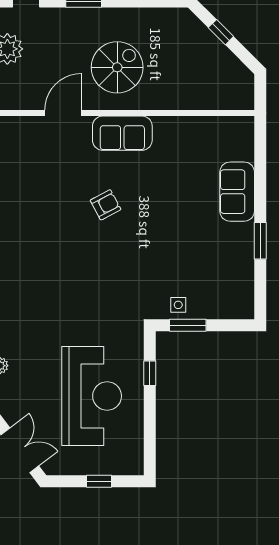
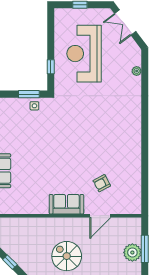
spiral stairs: (117, 67) -> (67, 256), moved, turned 90
armchair: (106, 205) -> (102, 183), moved

